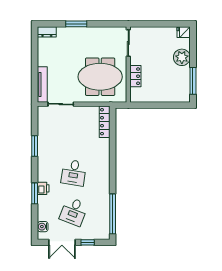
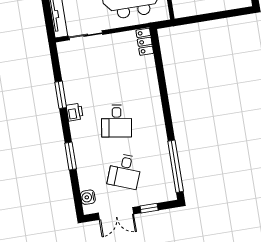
locker: (105, 122) -> (145, 42), width x0.66
printer: (43, 188) -> (75, 112), moved

